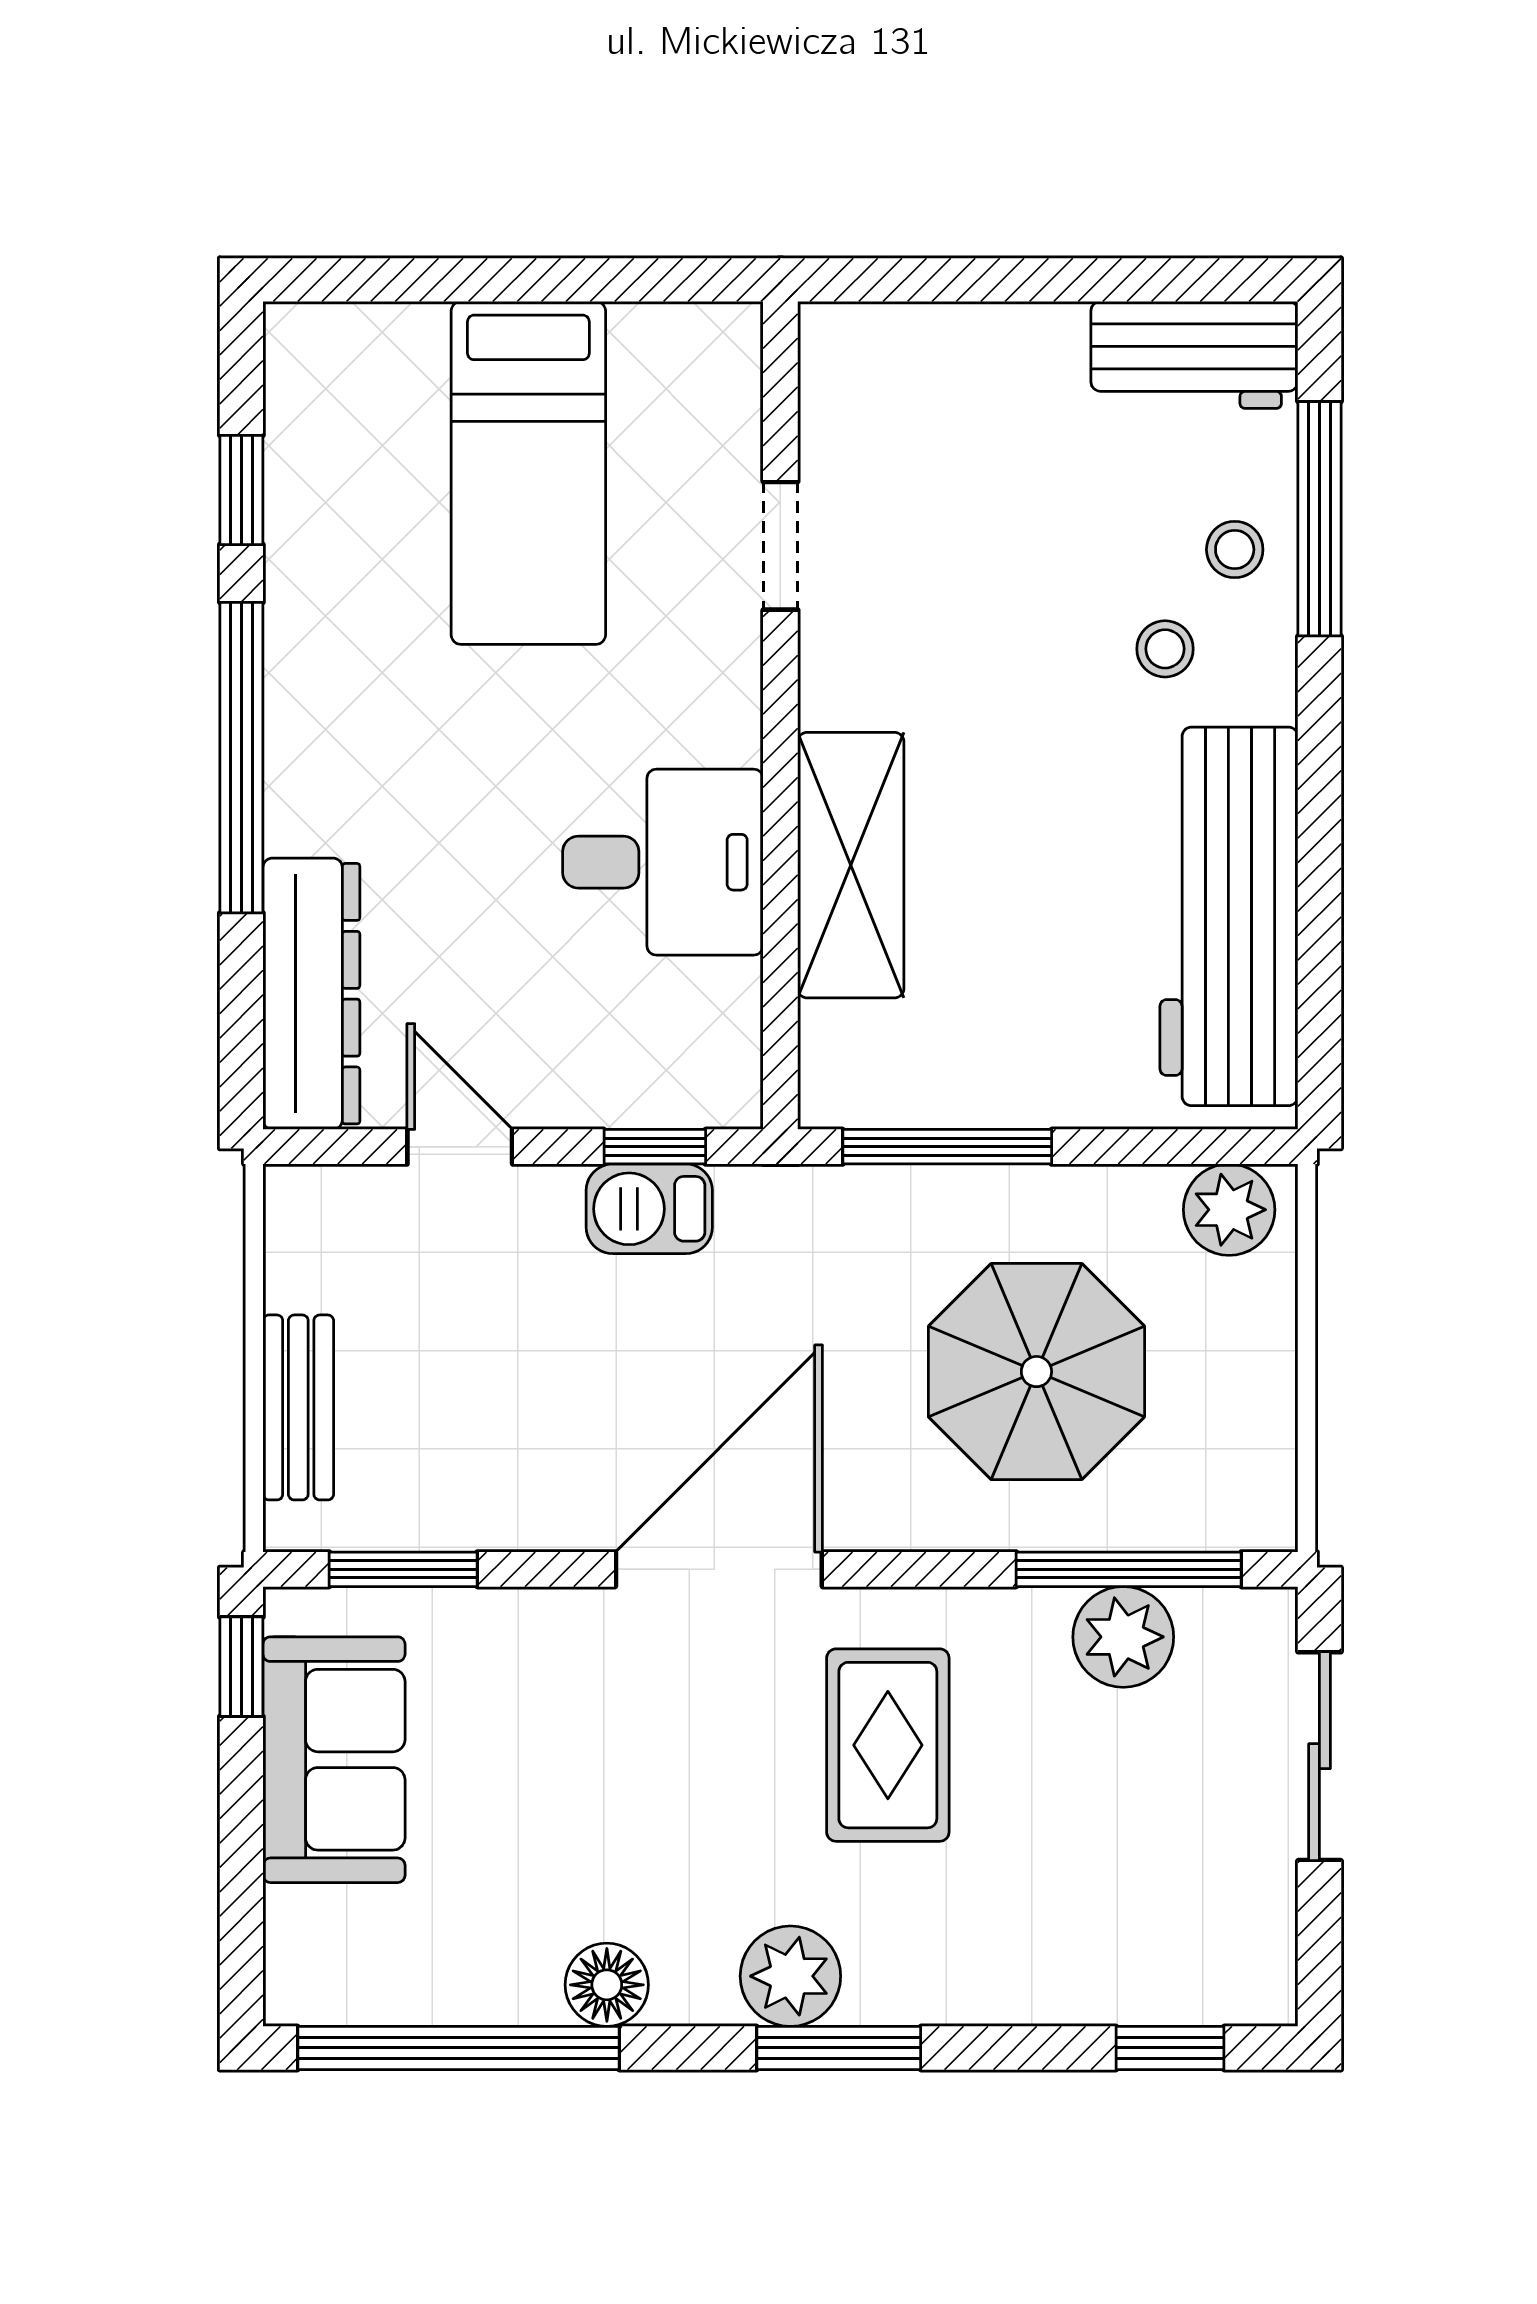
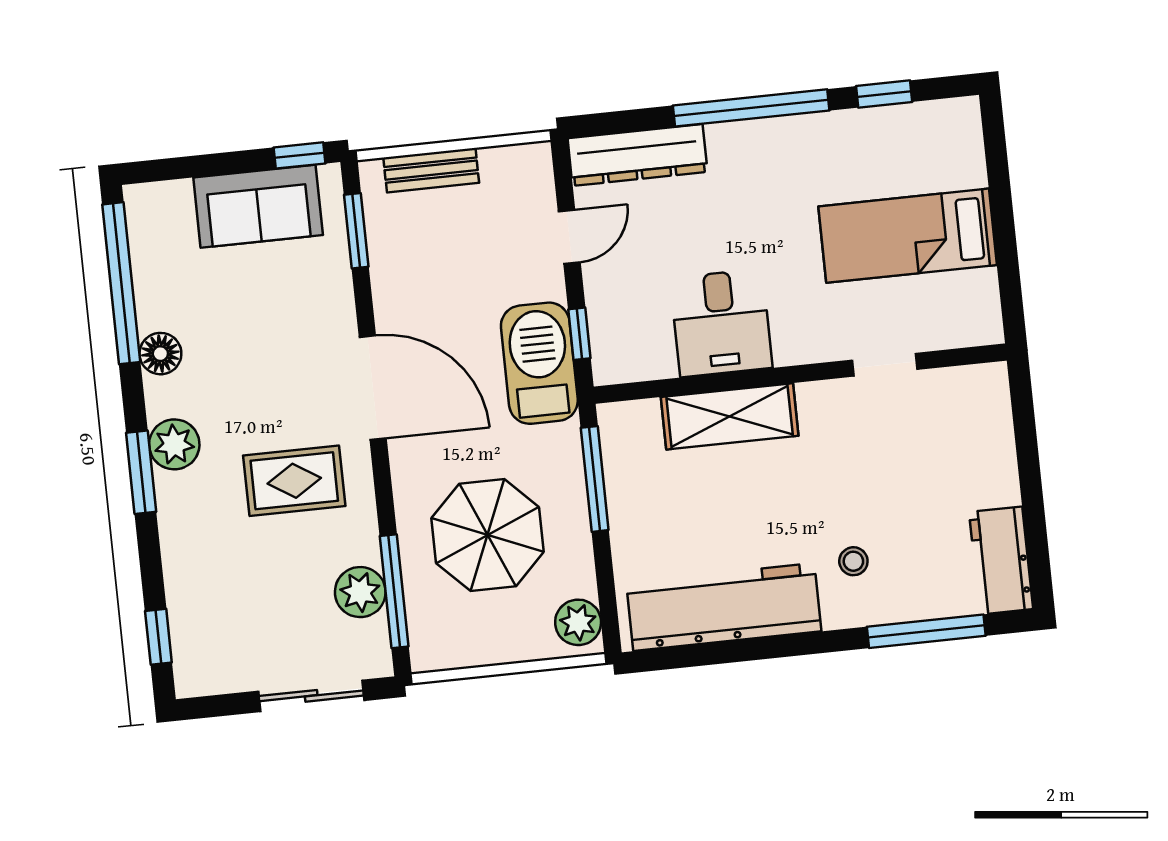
stool: (1235, 550) -> (906, 591), removed
barbecue: (649, 1209) -> (539, 363), width x1.88, depth x1.53

